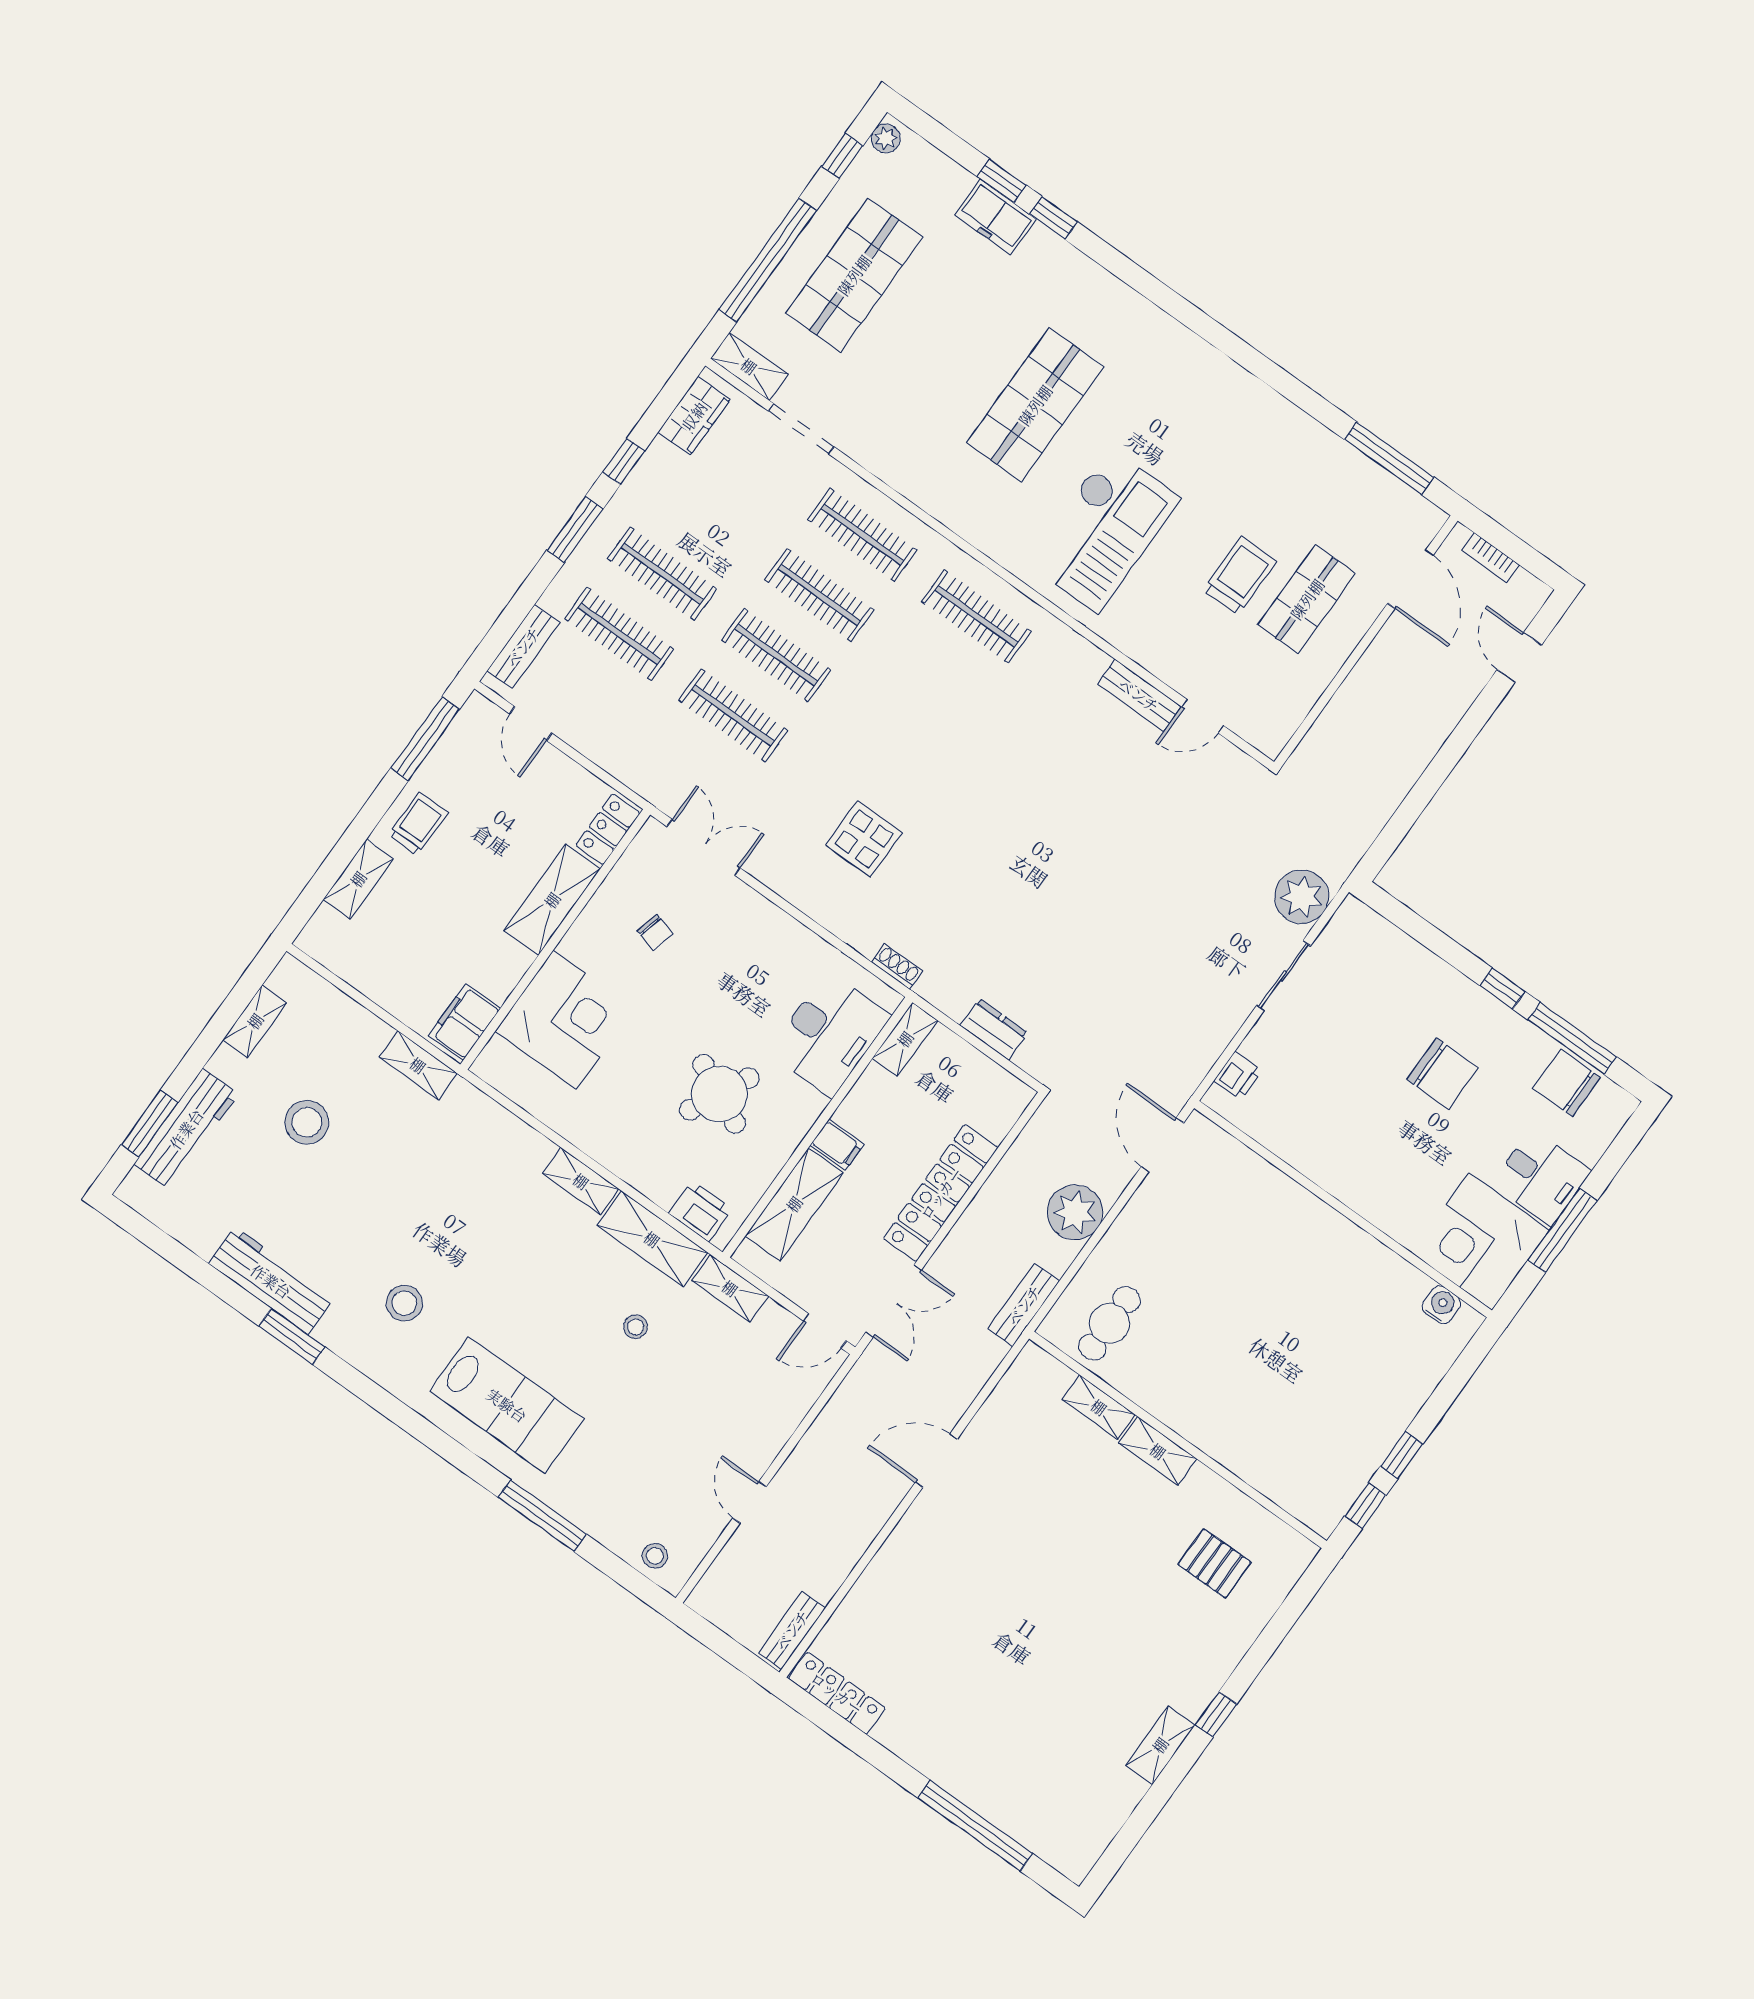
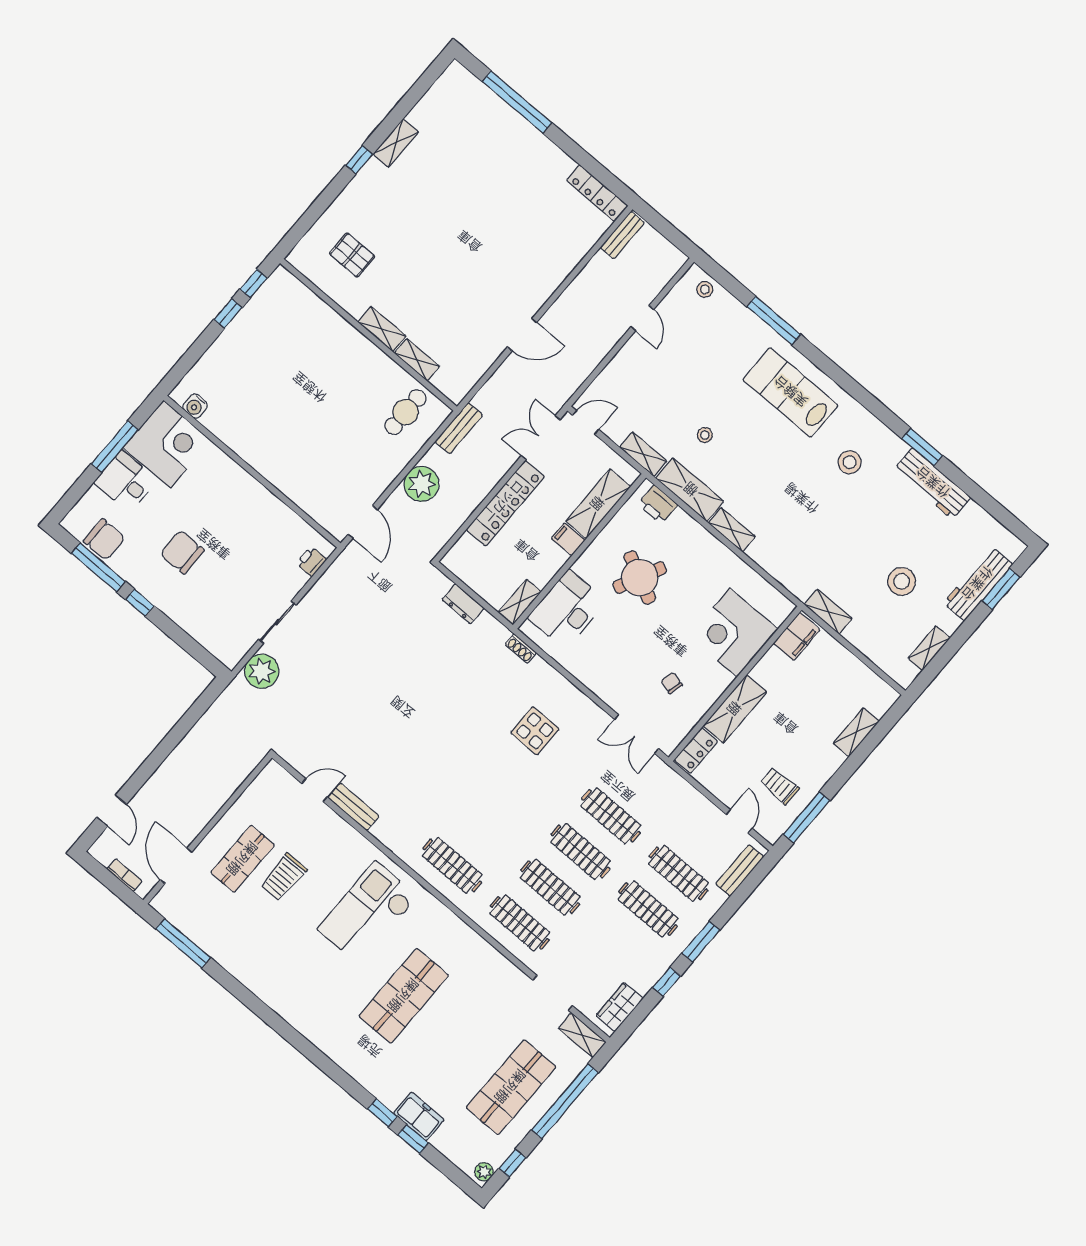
trolley: (418, 824) -> (780, 786), moved, turned 90

